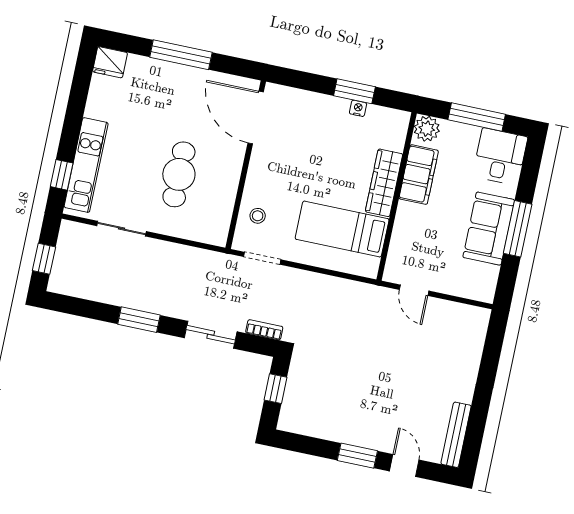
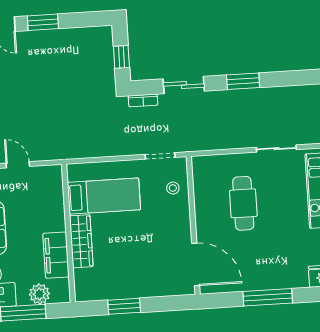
nightstand: (358, 108) -> (118, 294), removed
plant: (427, 129) -> (39, 294), moved
door: (414, 290) -> (18, 165), moved

